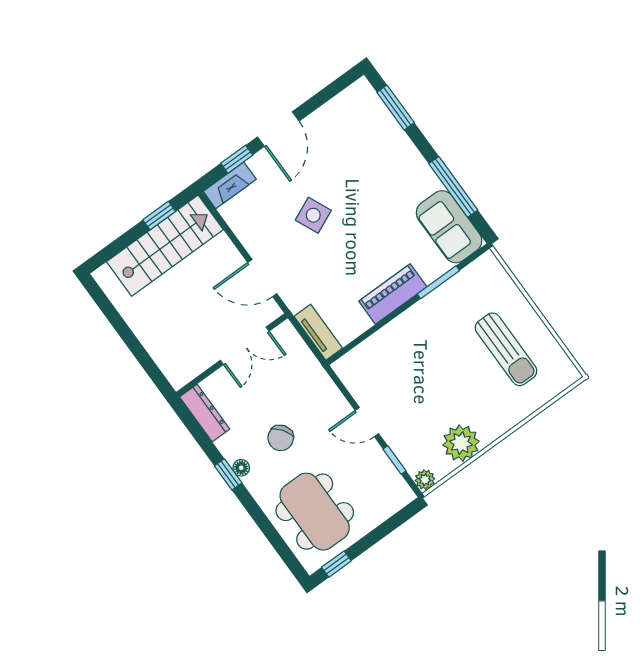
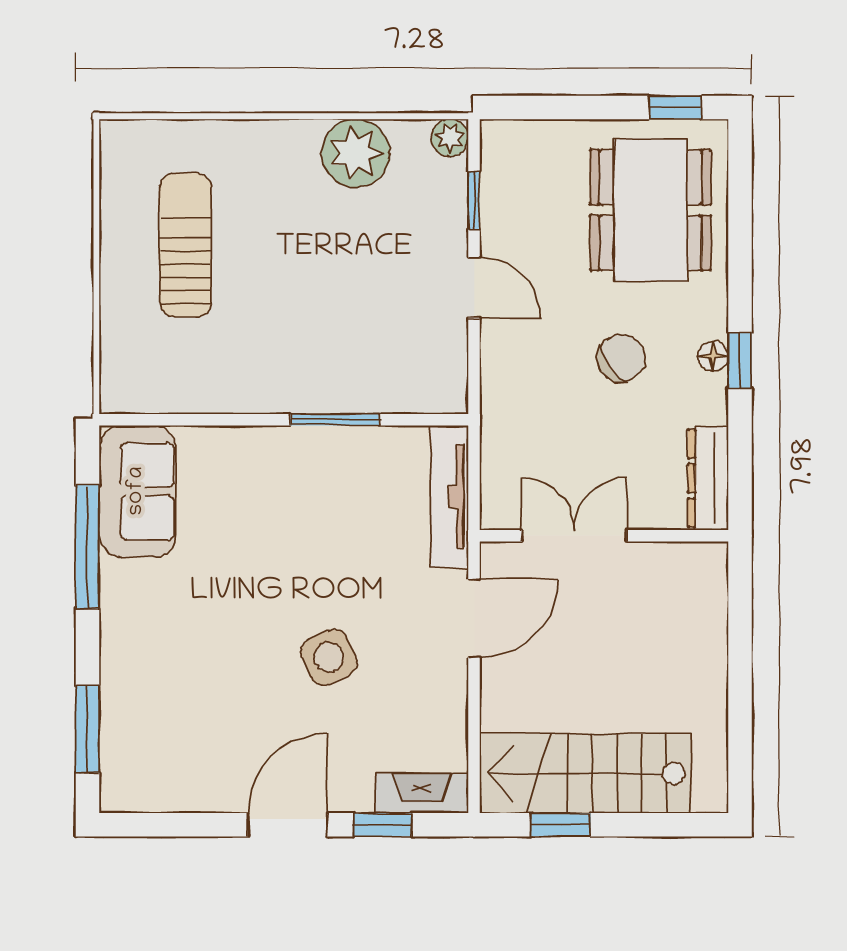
door: (262, 278) -> (474, 618), hinge flipped
window: (438, 282) -> (335, 420), moved
piano: (393, 294) -> (295, 452), removed
tv unit: (318, 332) -> (449, 496), width x1.41

